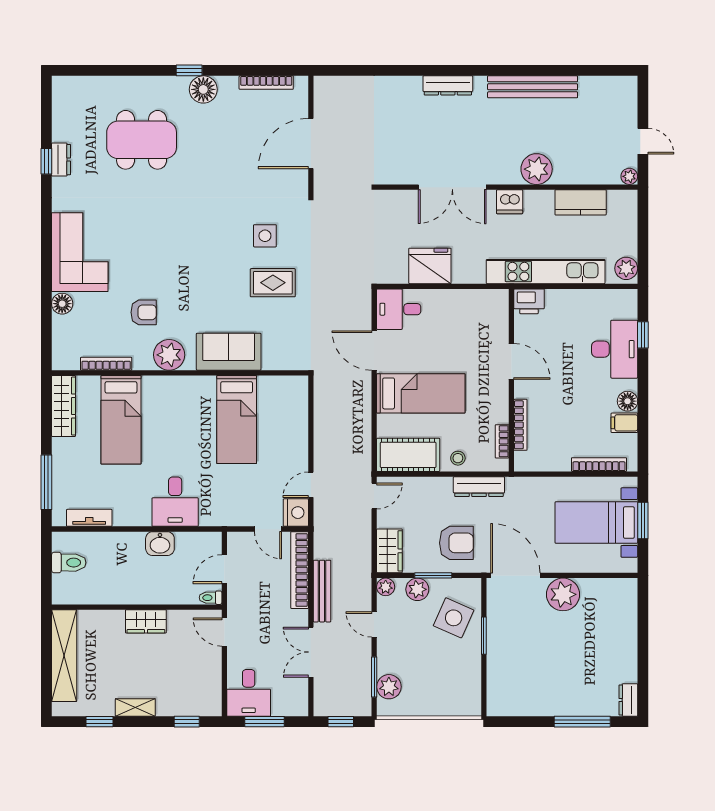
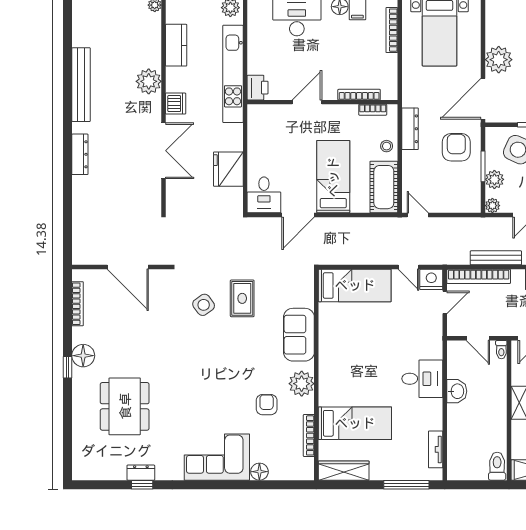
side table: (265, 236) -> (204, 305), turned -36
bed: (237, 419) -> (355, 285), moved
wardrobe: (389, 551) -> (463, 202), removed
toilet: (69, 563) -> (497, 466), moved

